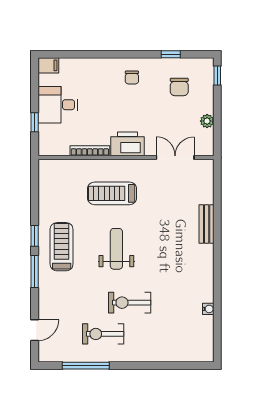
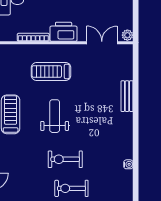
plant: (207, 121) -> (127, 35), moved
exercise bike: (103, 334) -> (71, 188), moved

